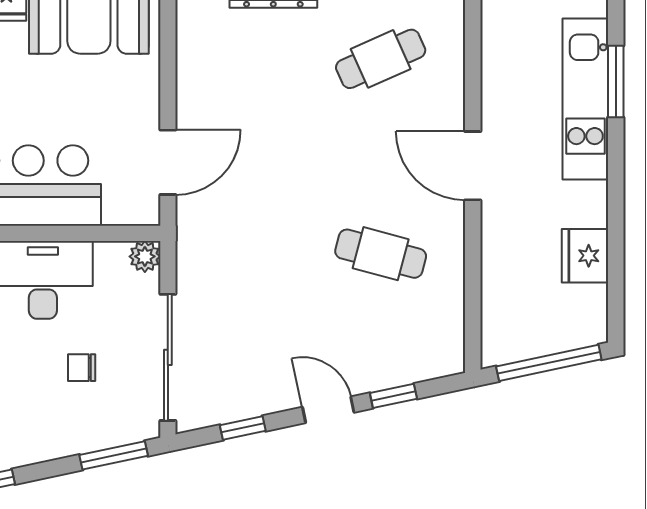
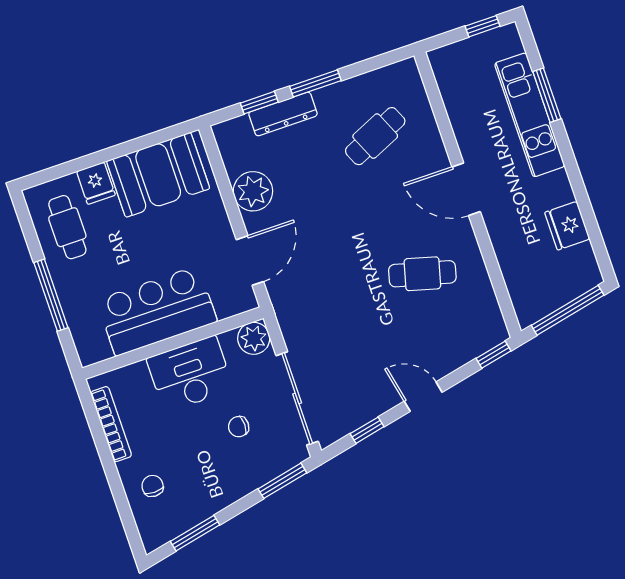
plant: (202, 76) -> (253, 191), added
plant: (145, 256) -> (254, 338), width x1.38, depth x1.38
window: (393, 396) -> (493, 355), moved

